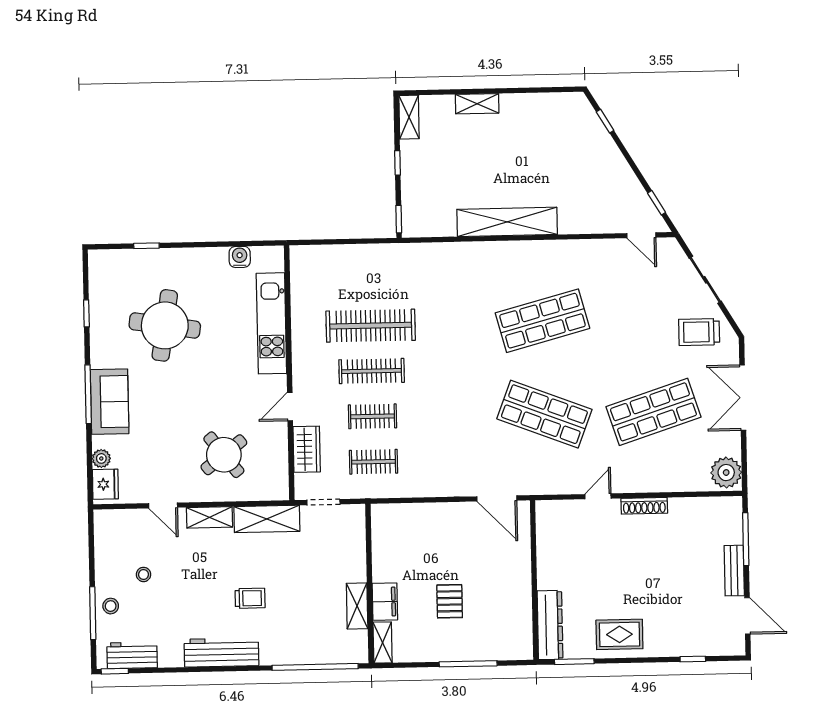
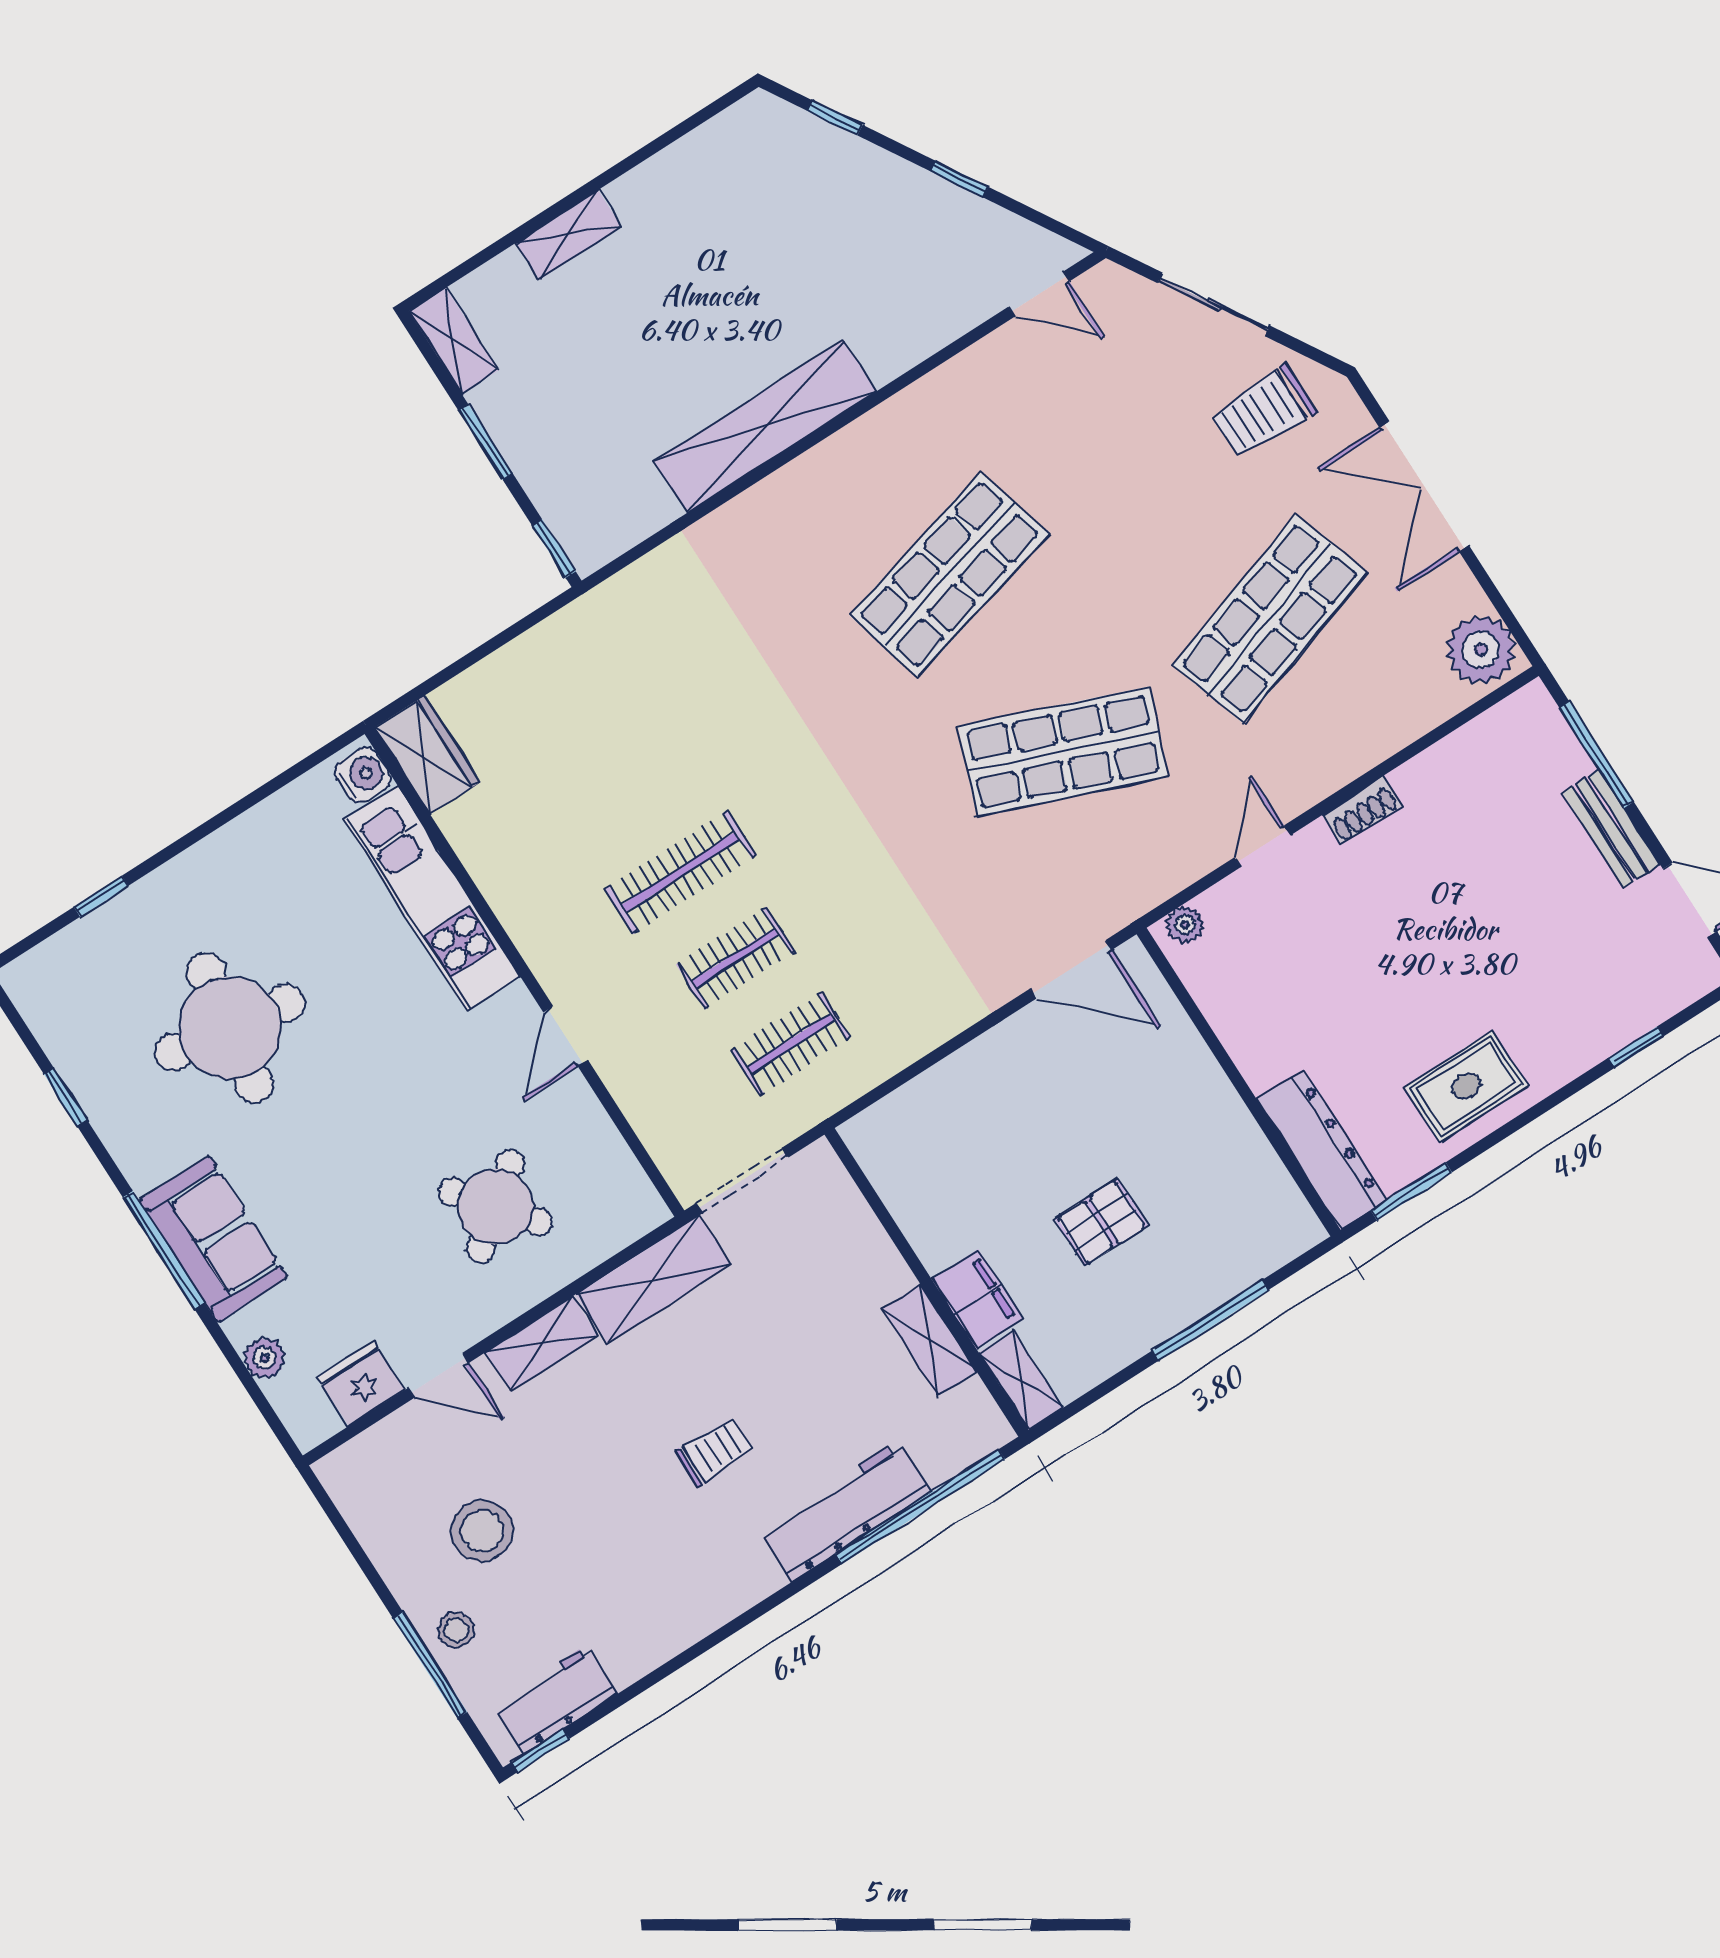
window: (398, 163) -> (485, 442), width x1.50
window: (657, 203) -> (959, 179), moved
water cooler: (240, 257) -> (363, 775), moved, turned 90
clothes rail: (371, 326) -> (625, 786), removed
wardrobe: (307, 449) -> (427, 755), moved
fridge: (105, 484) -> (361, 1384), moved, turned -90
doorway: (323, 502) -> (742, 1180), width x1.38
shoe rack: (644, 506) -> (1362, 810), width x0.70
plant: (550, 508) -> (1185, 925), added
stool: (144, 574) -> (482, 1531), width x1.89, depth x1.89
pallet: (450, 601) -> (1101, 1222), turned 90
workbench: (221, 652) -> (845, 1511), moved

